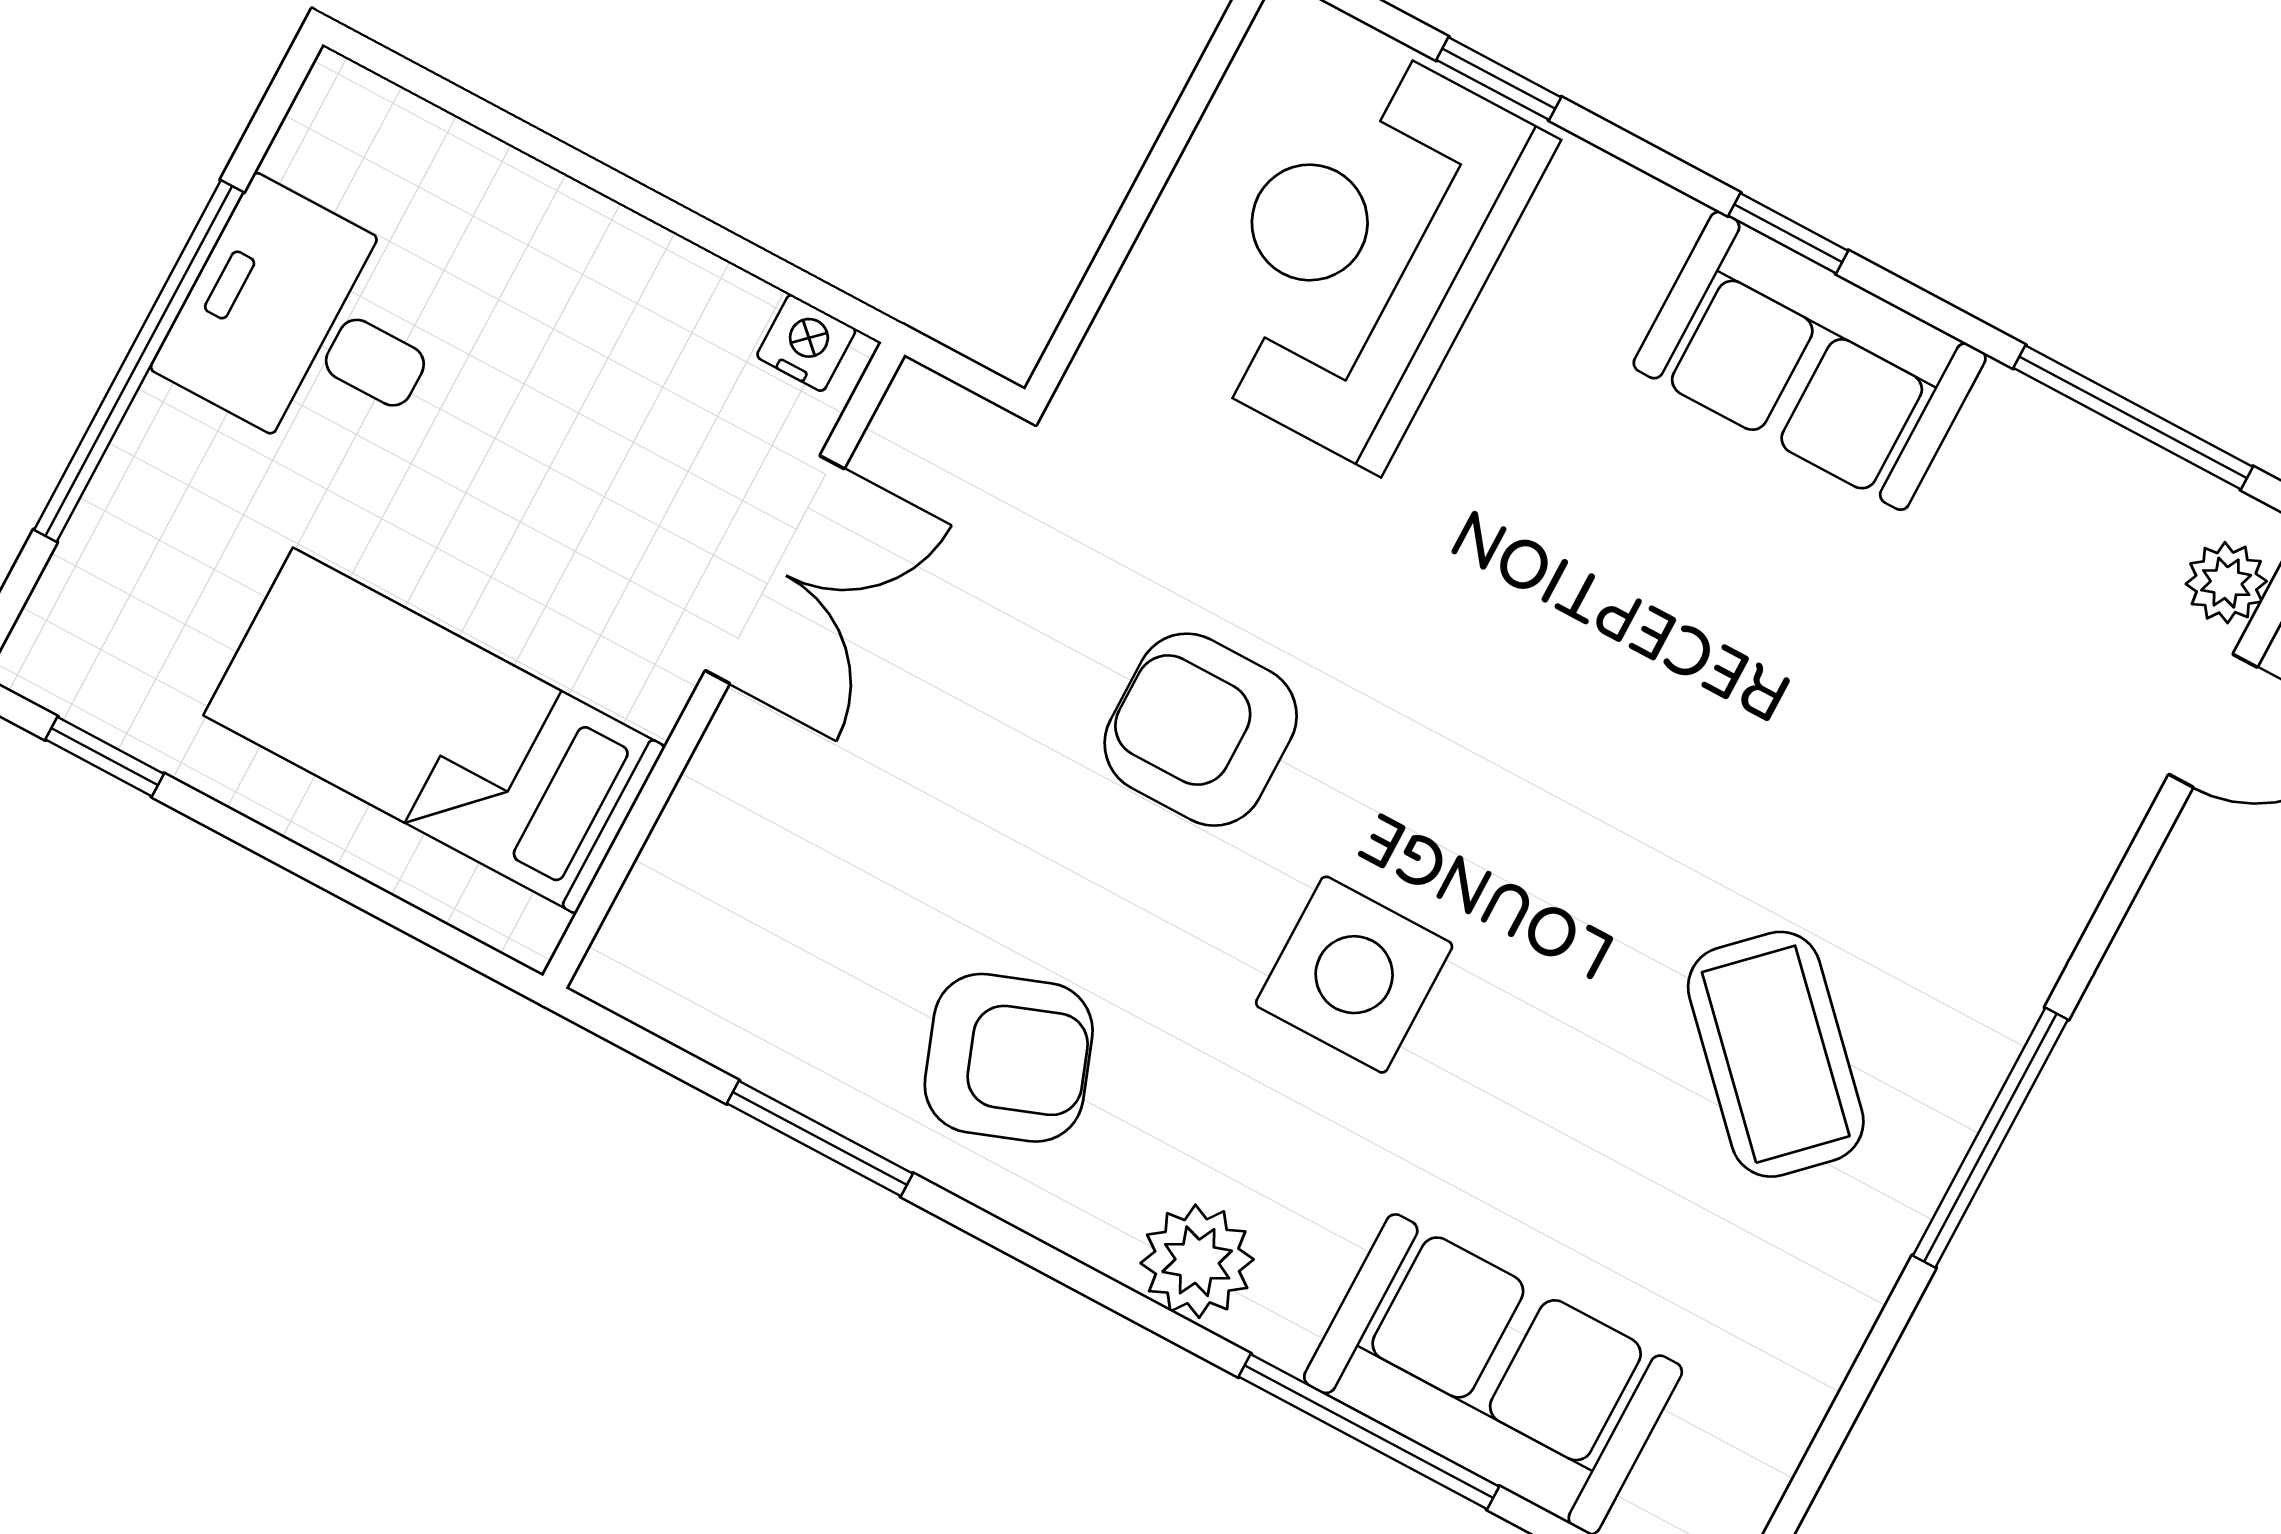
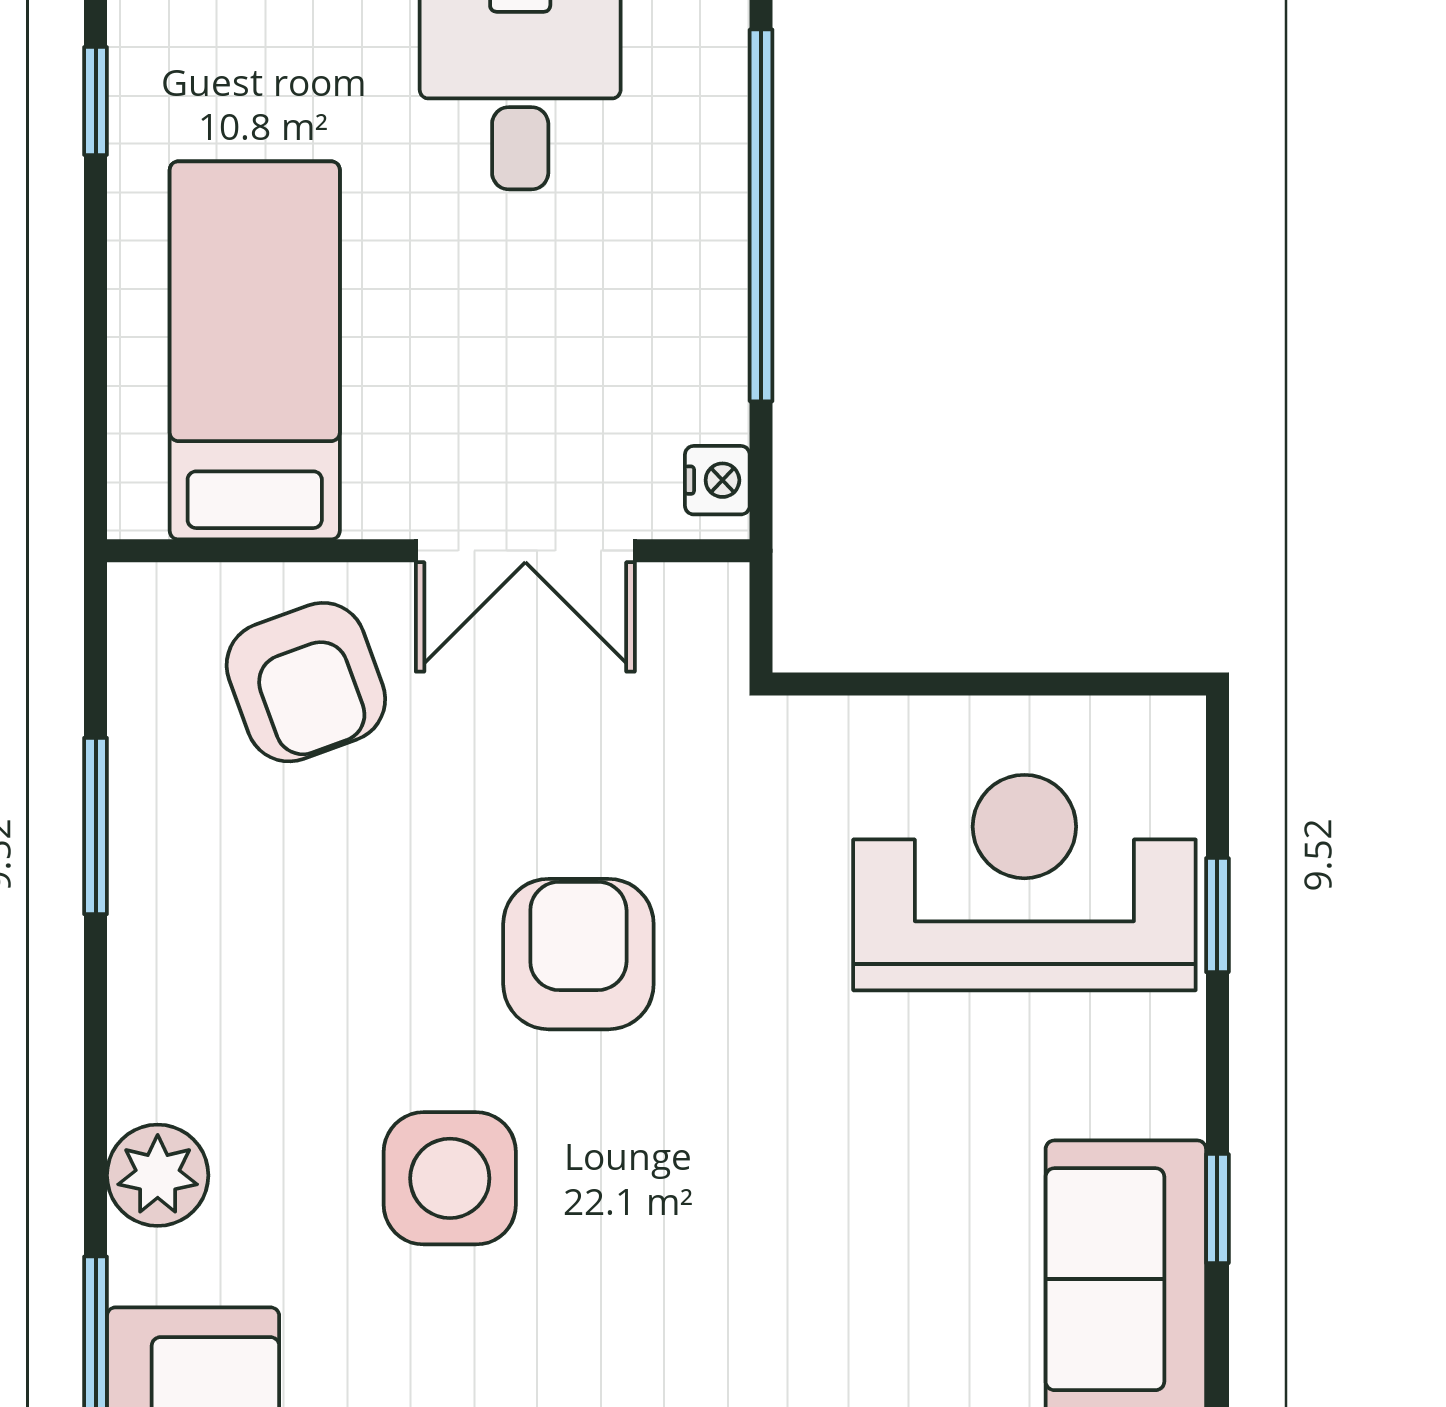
window: (568, 160) -> (761, 215), added
armchair: (1009, 1058) -> (306, 682), moved

